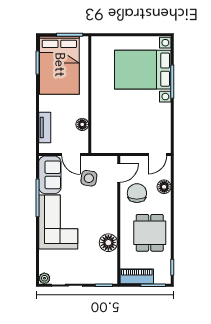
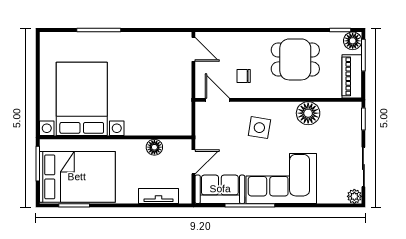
bed with nightstands: (143, 70) -> (82, 99), moved, turned 180
side table: (89, 178) -> (259, 128), moved
floor lamp: (164, 187) -> (353, 41), moved
chair: (137, 193) -> (244, 76), width x0.54, depth x0.54

